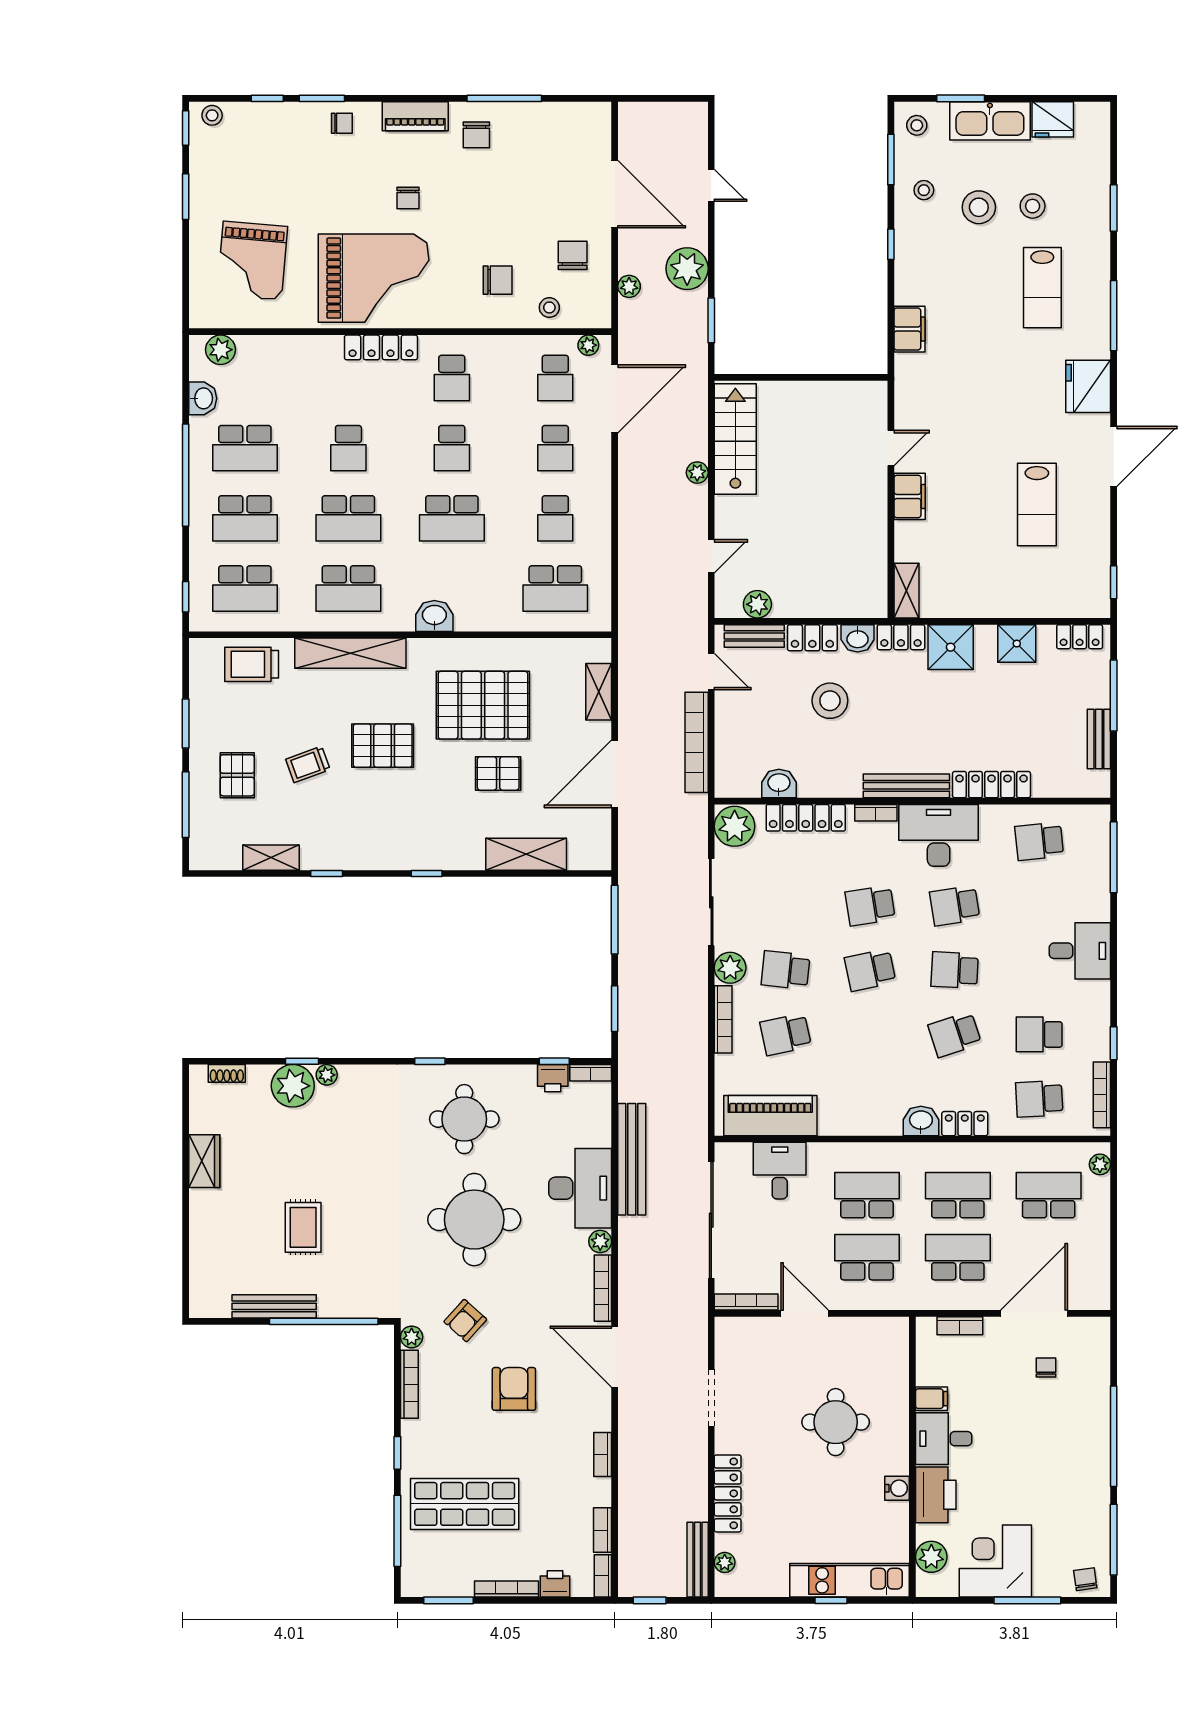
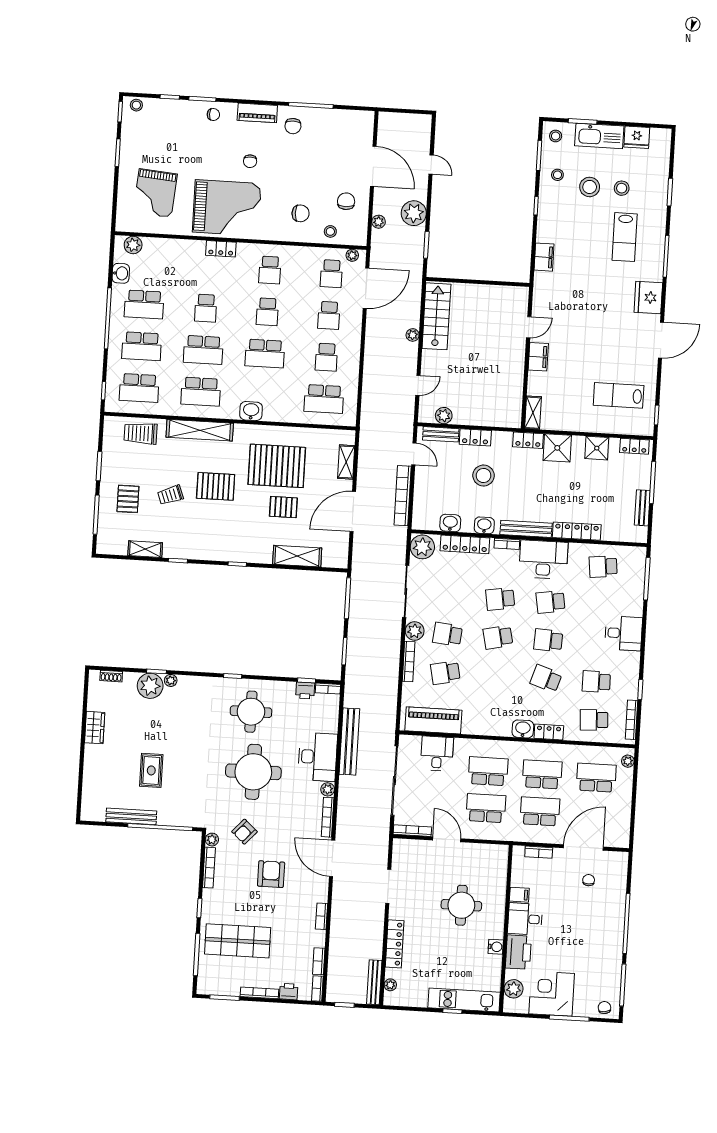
locker: (381, 347) -> (221, 249), width x0.66
lab bench: (1037, 504) -> (619, 395), moved, turned 90
washbasin: (858, 638) -> (484, 525), moved, turned 180
school desk: (955, 1034) -> (546, 679), turned 36

